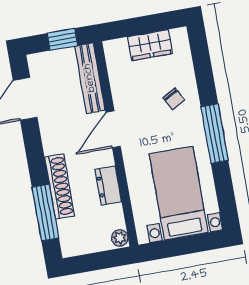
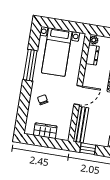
window: (215, 134) -> (30, 65), moved
dresser: (108, 186) -> (93, 55), moved

